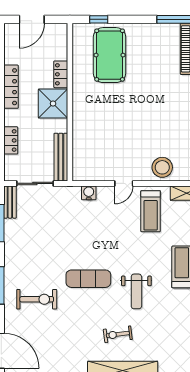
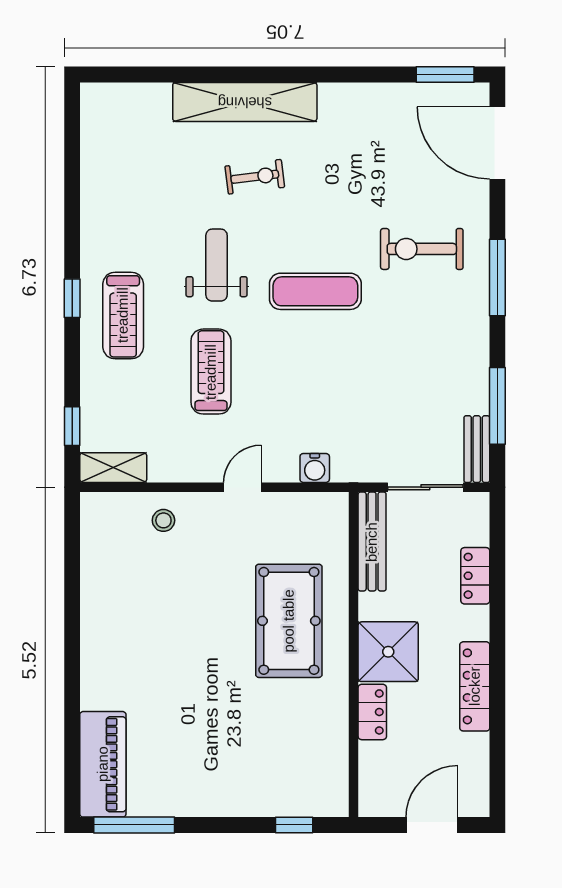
pool table: (110, 55) -> (289, 621), moved
stool: (162, 167) -> (163, 520), width x0.53, depth x0.53
treadmill: (151, 211) -> (211, 372), moved

